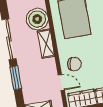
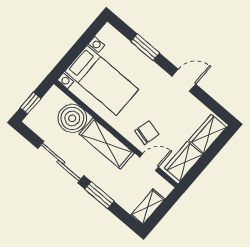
shelving: (46, 44) -> (107, 143), width x1.50, depth x1.33

